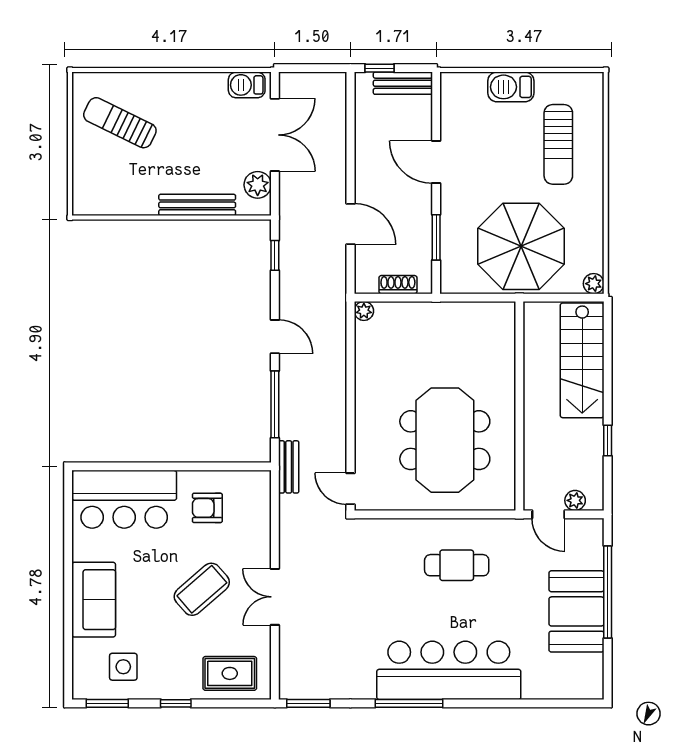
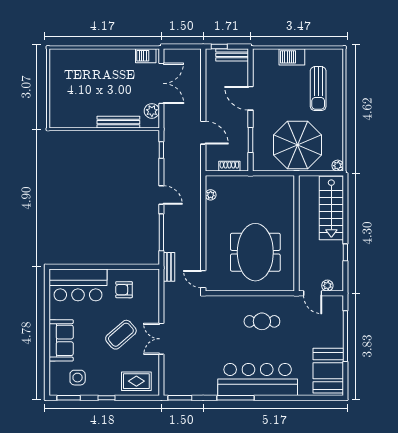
sun lounger: (120, 123) -> (76, 77), removed
plant: (364, 311) -> (211, 195), moved
booth: (576, 611) -> (328, 371), moved

